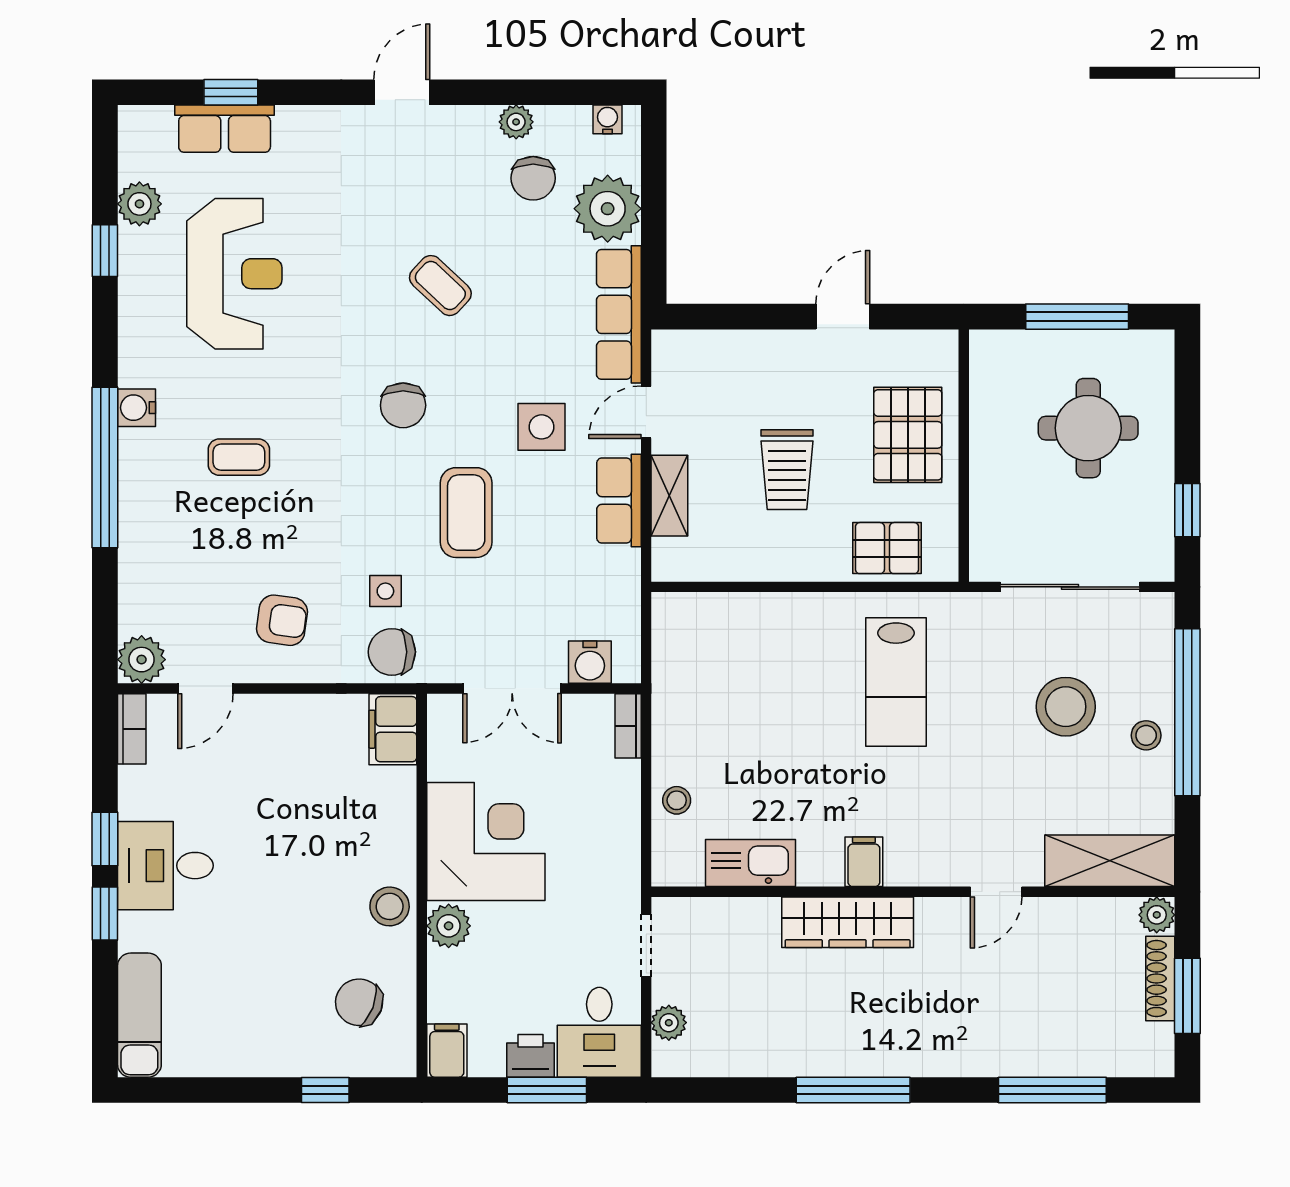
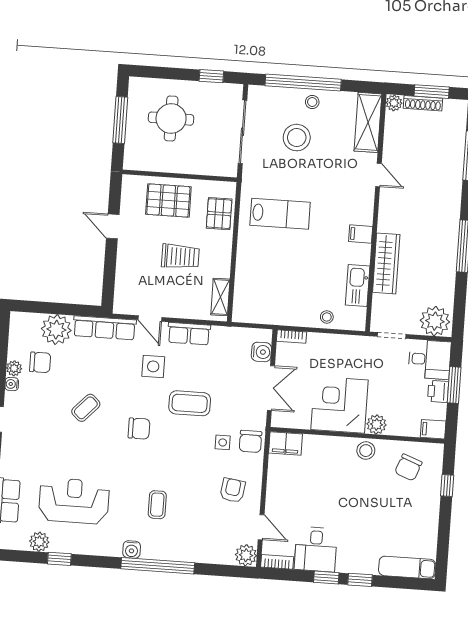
water cooler: (607, 119) -> (12, 384), moved
shelving: (669, 496) -> (220, 297), moved, turned 90
desk: (165, 866) -> (316, 549), moved
wardrobe: (848, 922) -> (386, 263), moved
plant: (669, 1023) -> (435, 321), width x1.88, depth x1.88

